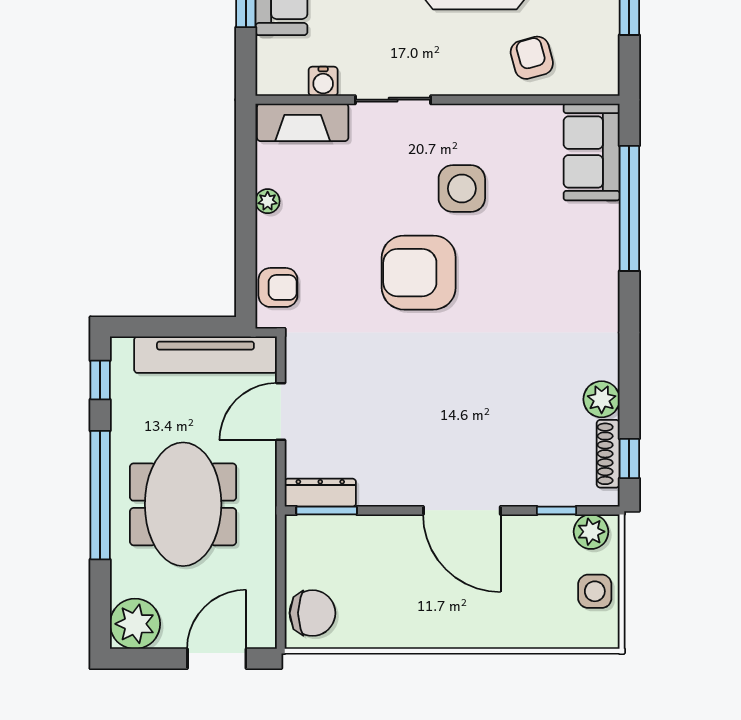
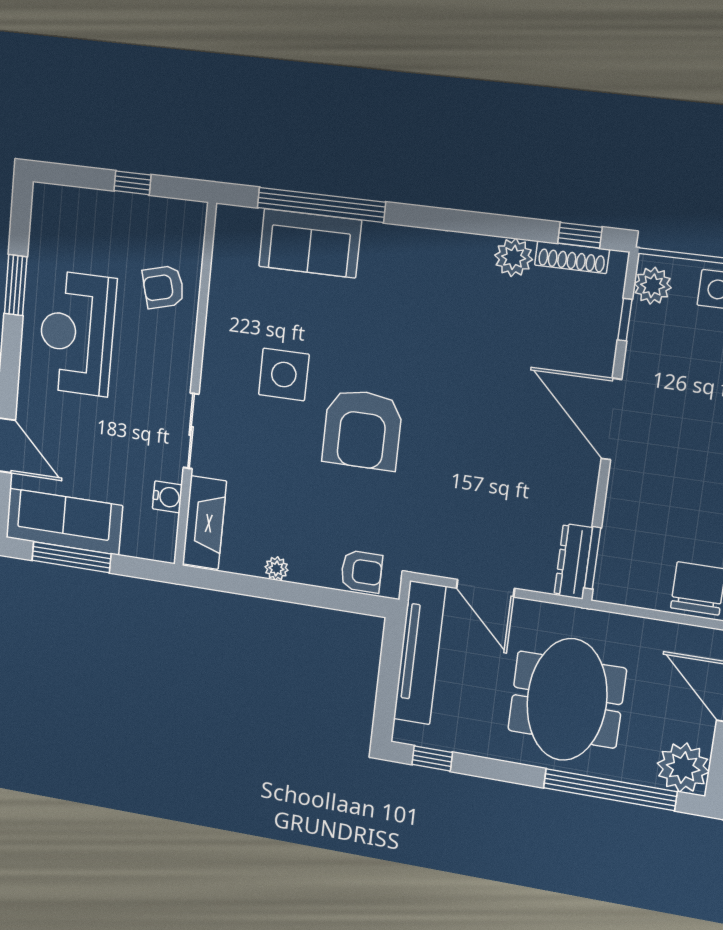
sofa: (592, 152) -> (310, 243), moved
armchair: (278, 287) -> (362, 572), turned 90
window: (100, 495) -> (610, 790), moved
meeting table: (183, 504) -> (567, 700), turned 90
door: (462, 510) -> (611, 419), swing flipped

